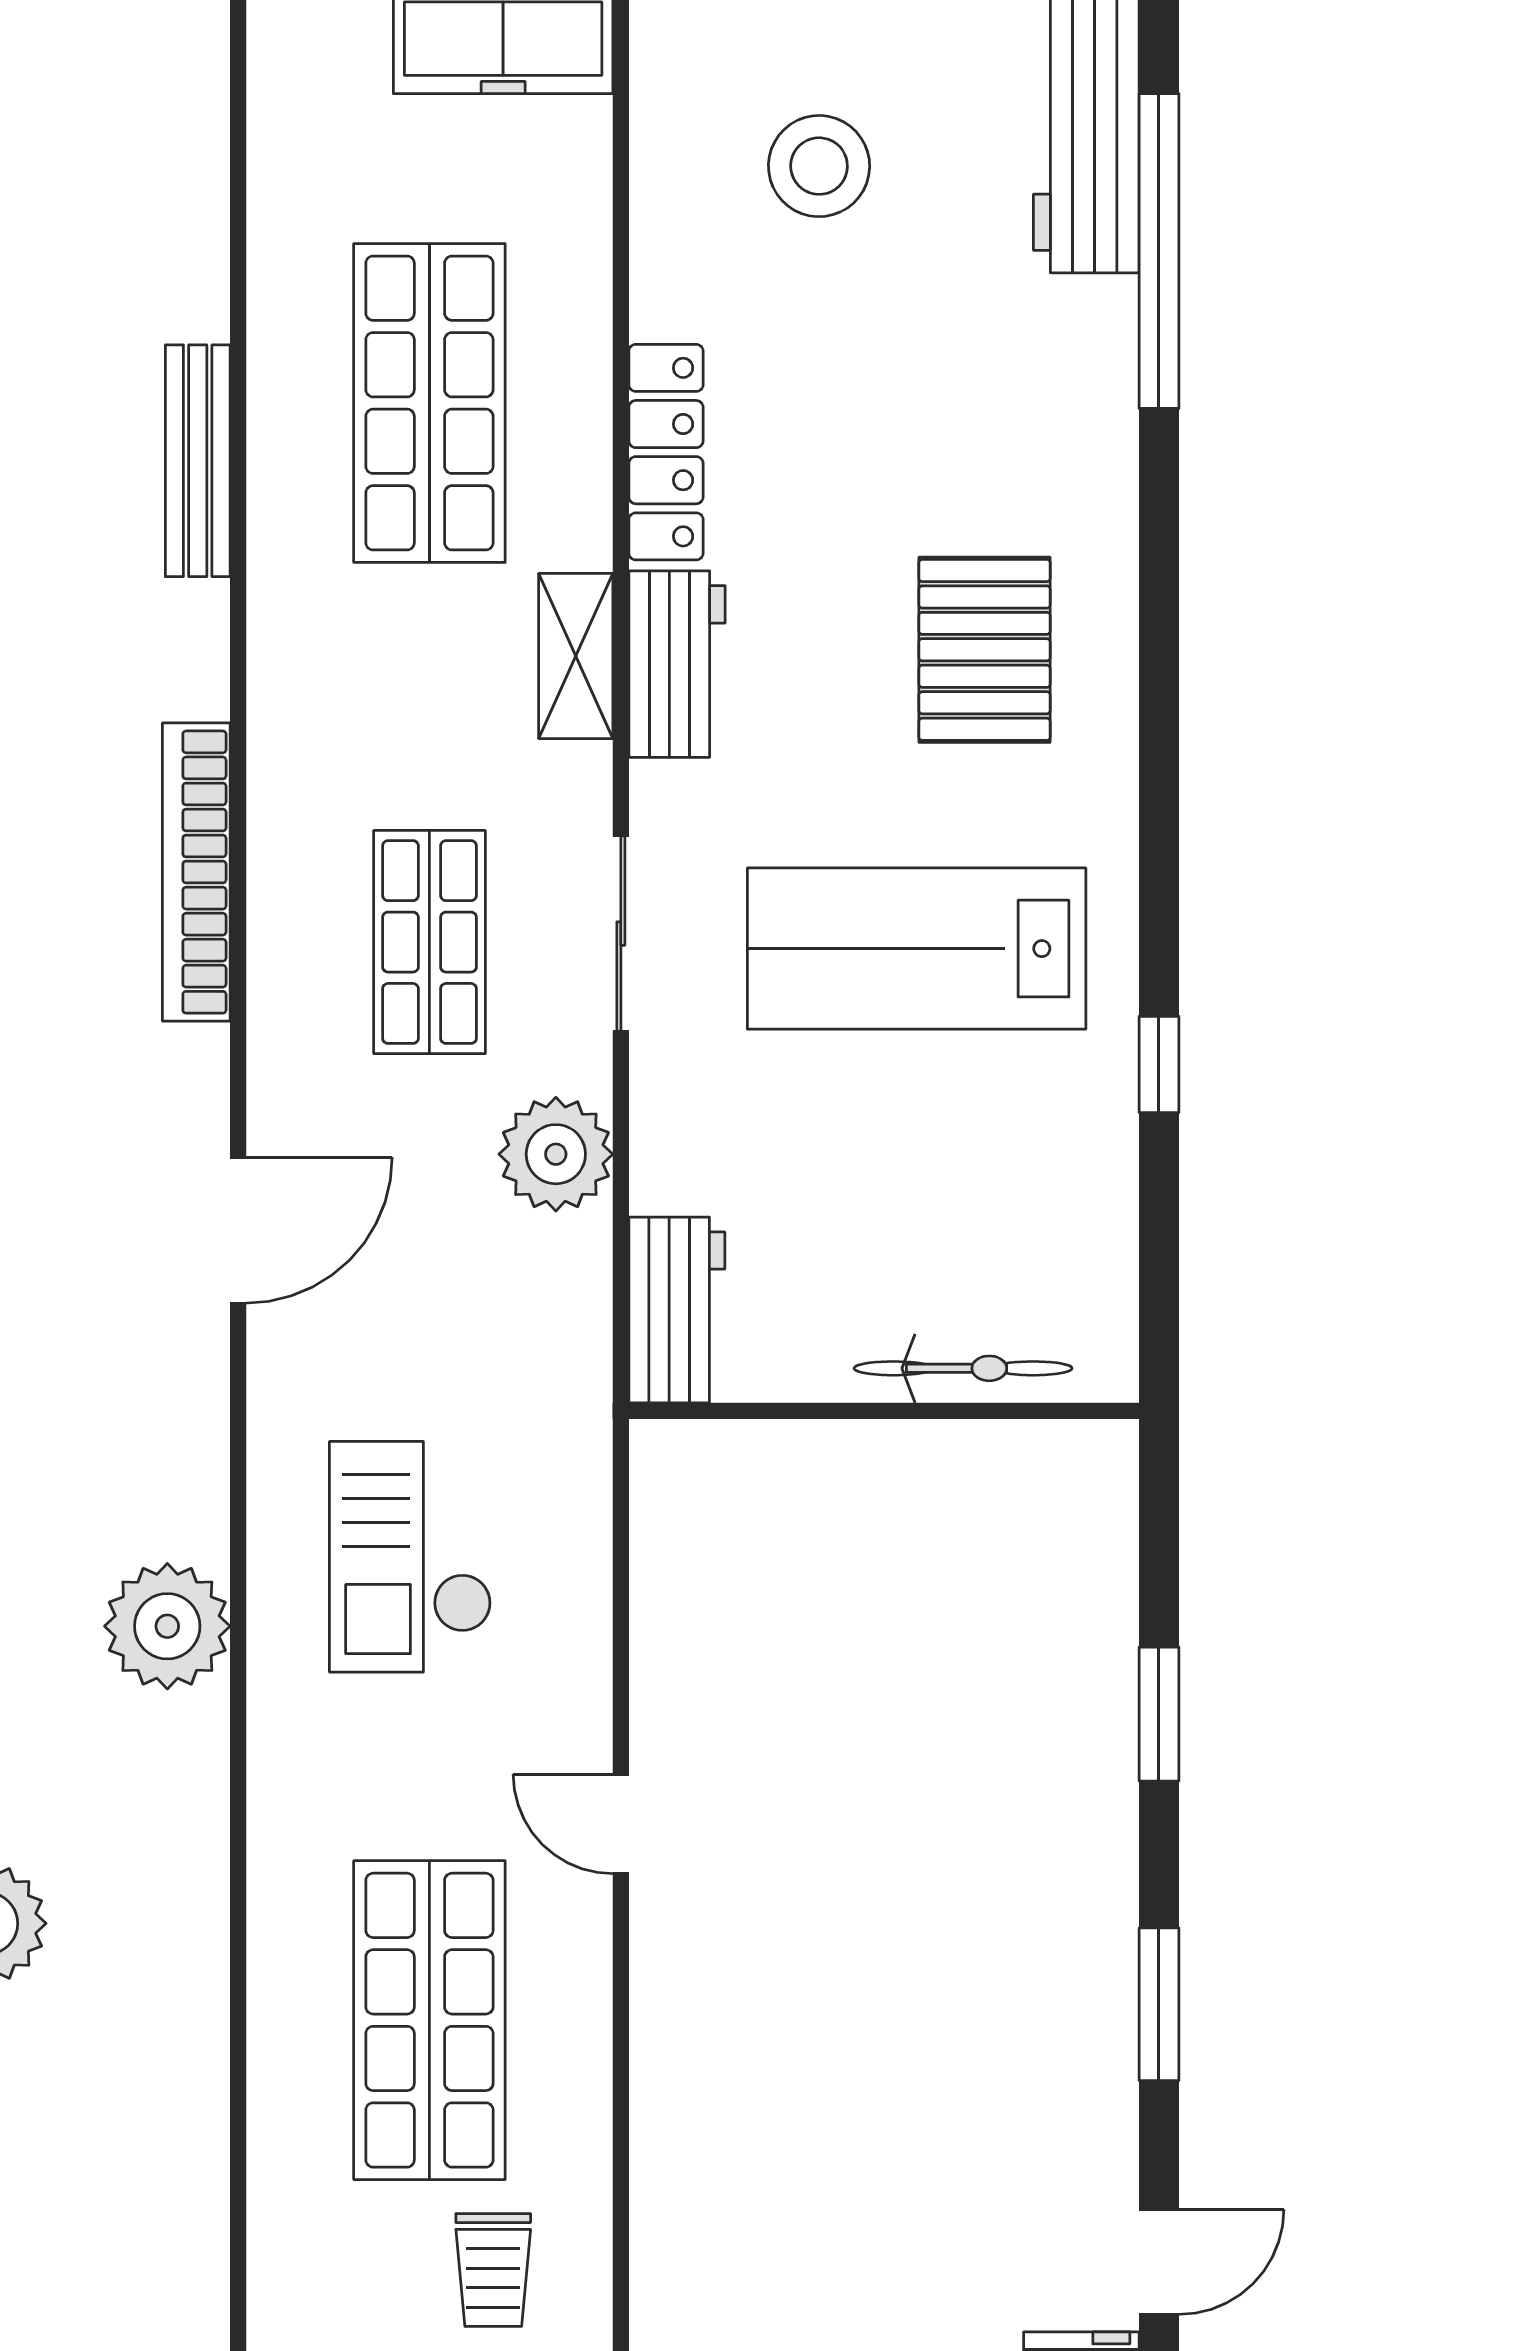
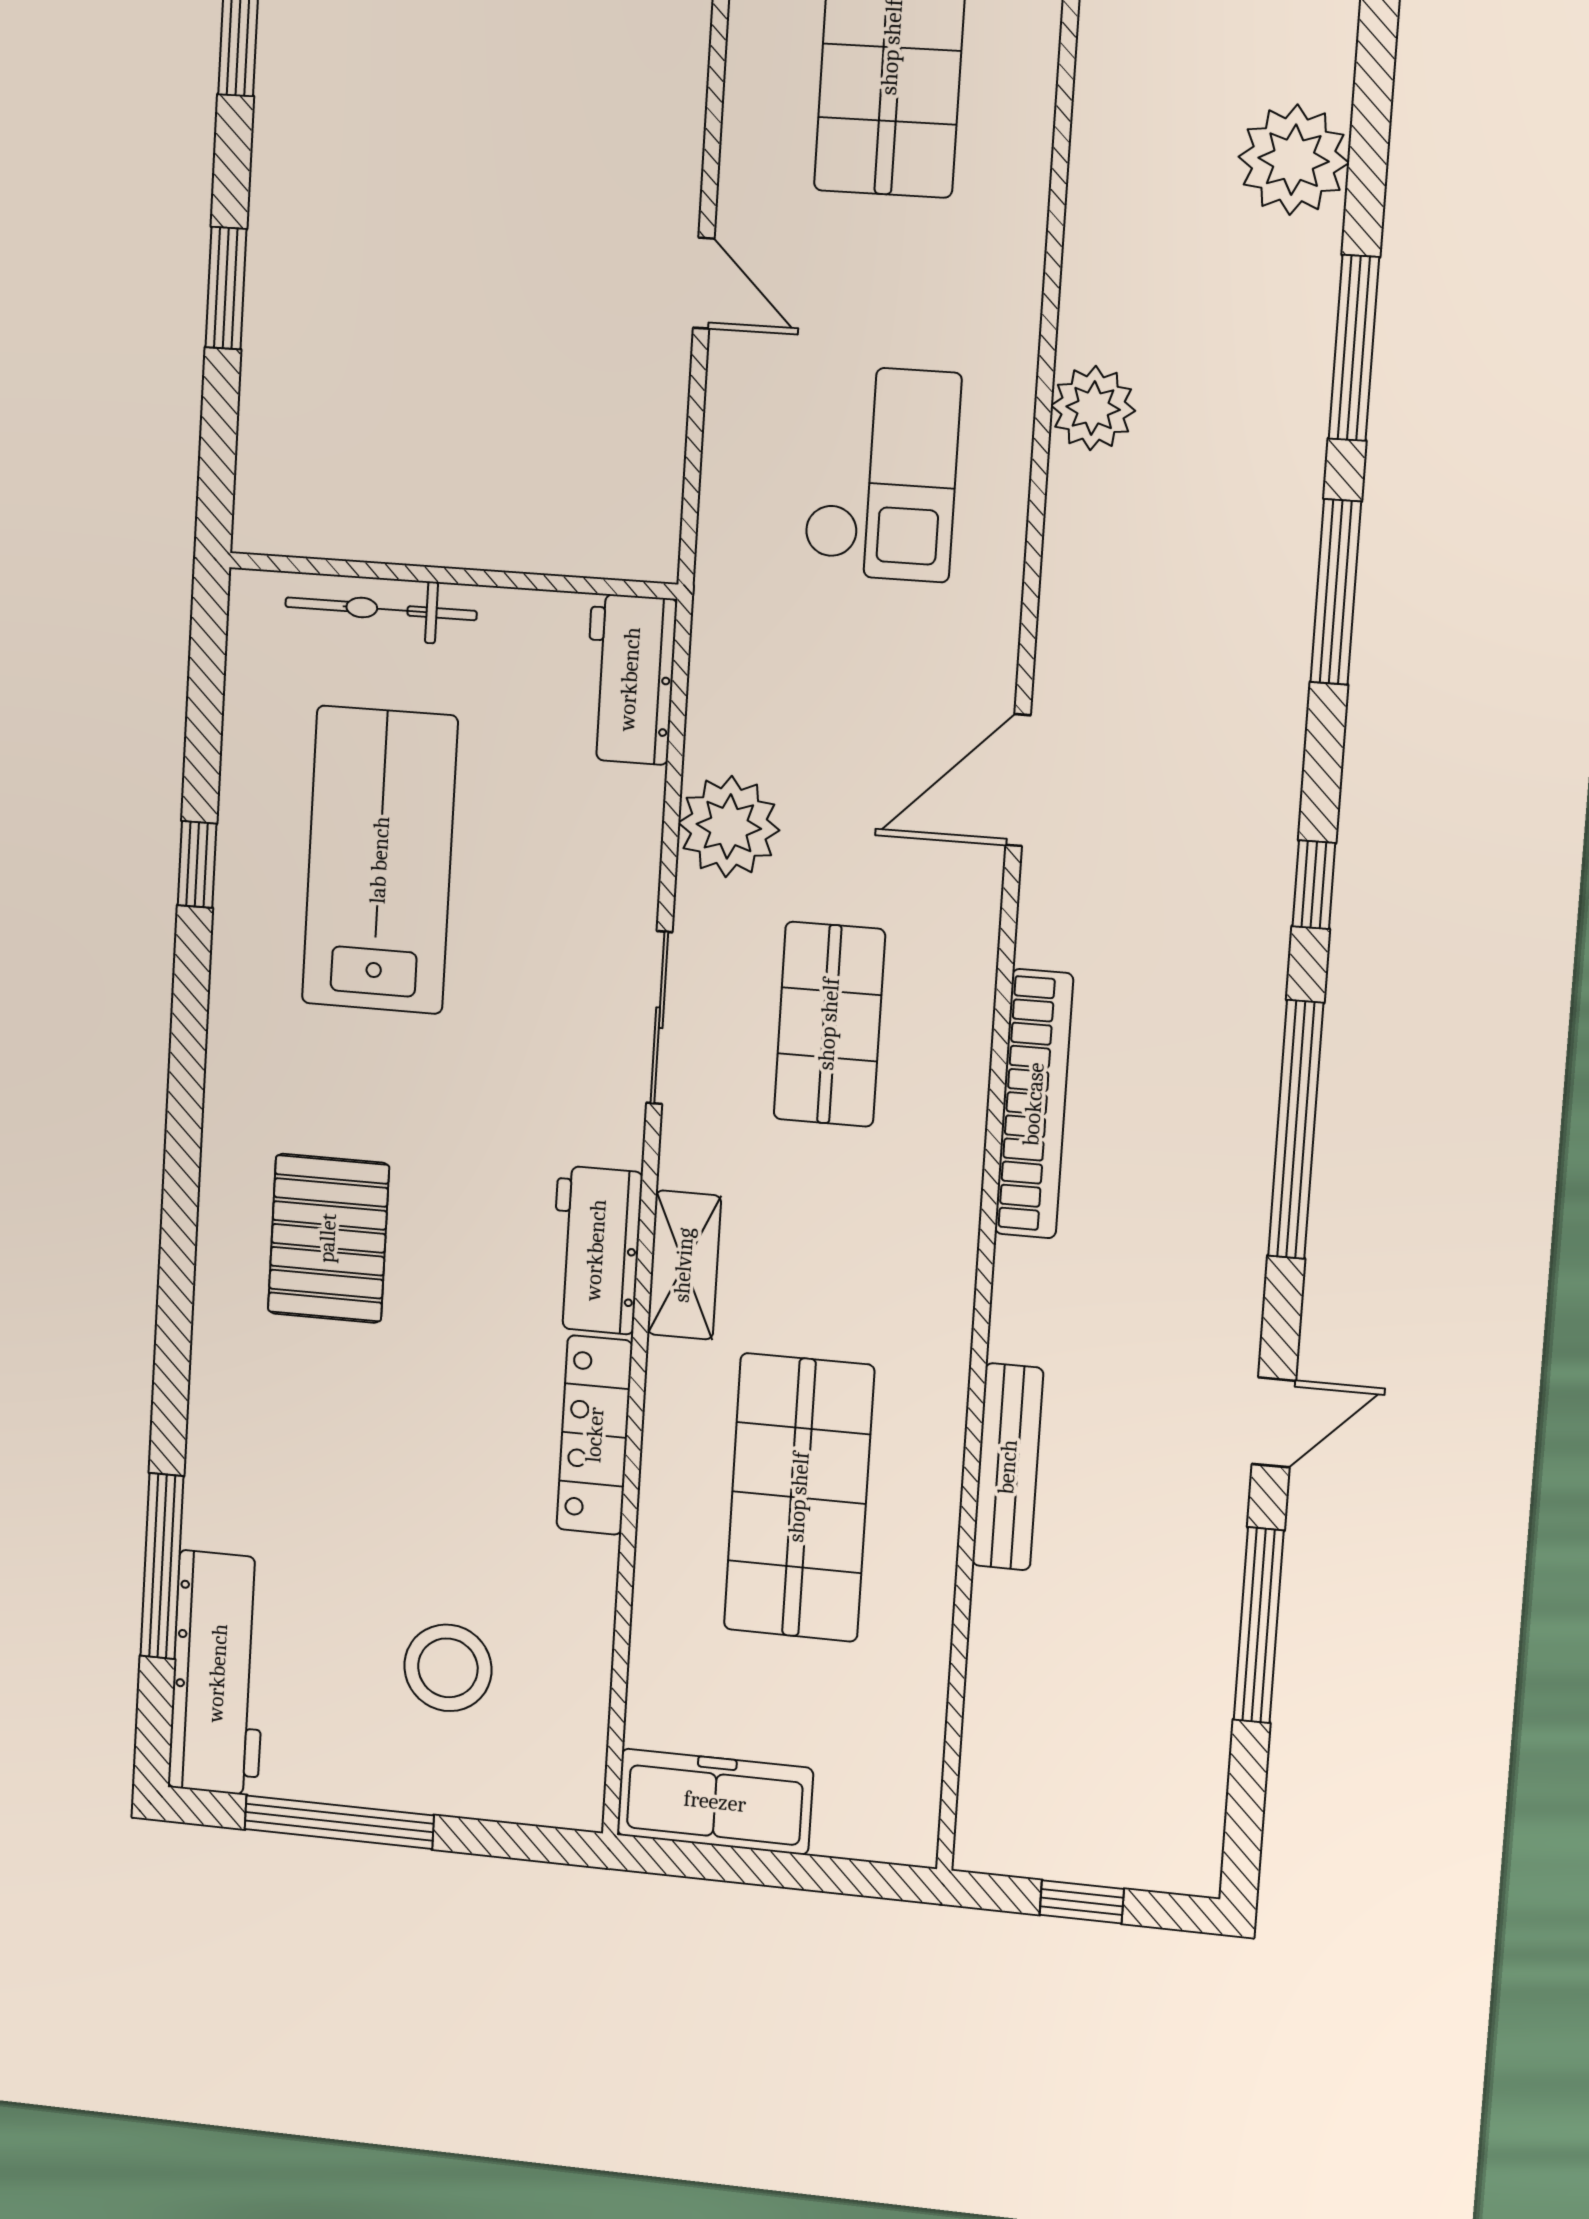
window: (1159, 251) -> (162, 1566), width x0.68
lab bench: (917, 949) -> (380, 860), moved, turned -90
plant: (167, 1626) -> (1093, 408), width x0.73, depth x0.73
door: (621, 1824) -> (704, 283), moved

